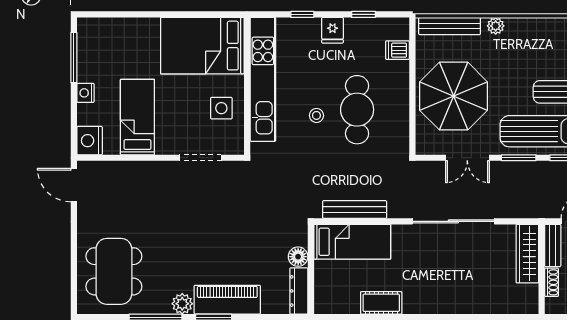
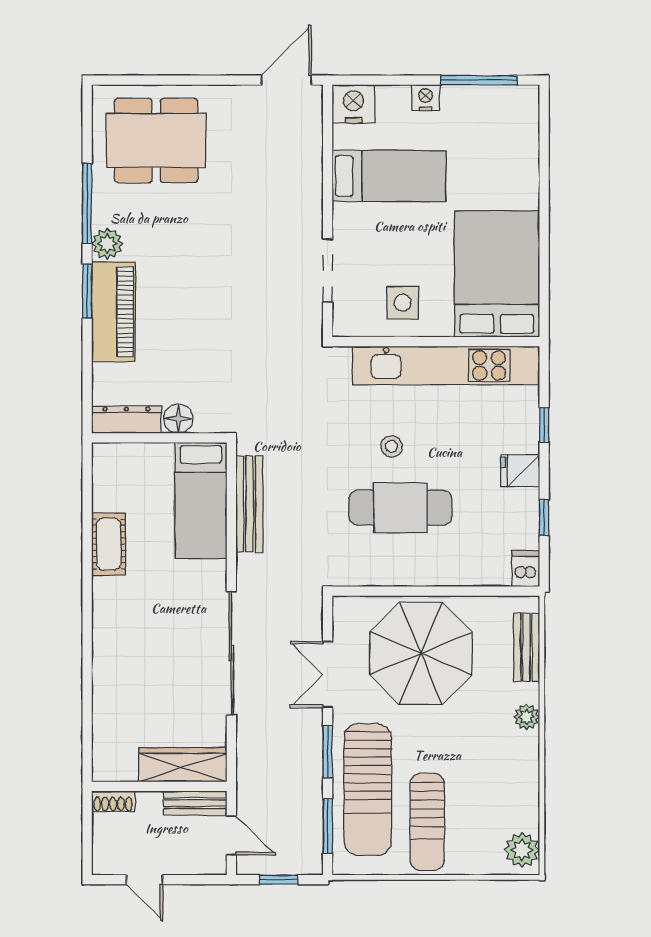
bench: (450, 26) -> (527, 647), width x0.73
dishwasher: (397, 50) -> (526, 569), moved
shoe rack: (552, 282) -> (113, 801), moved

